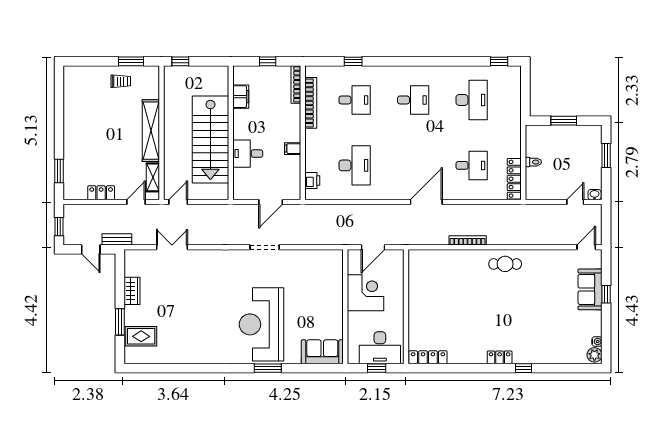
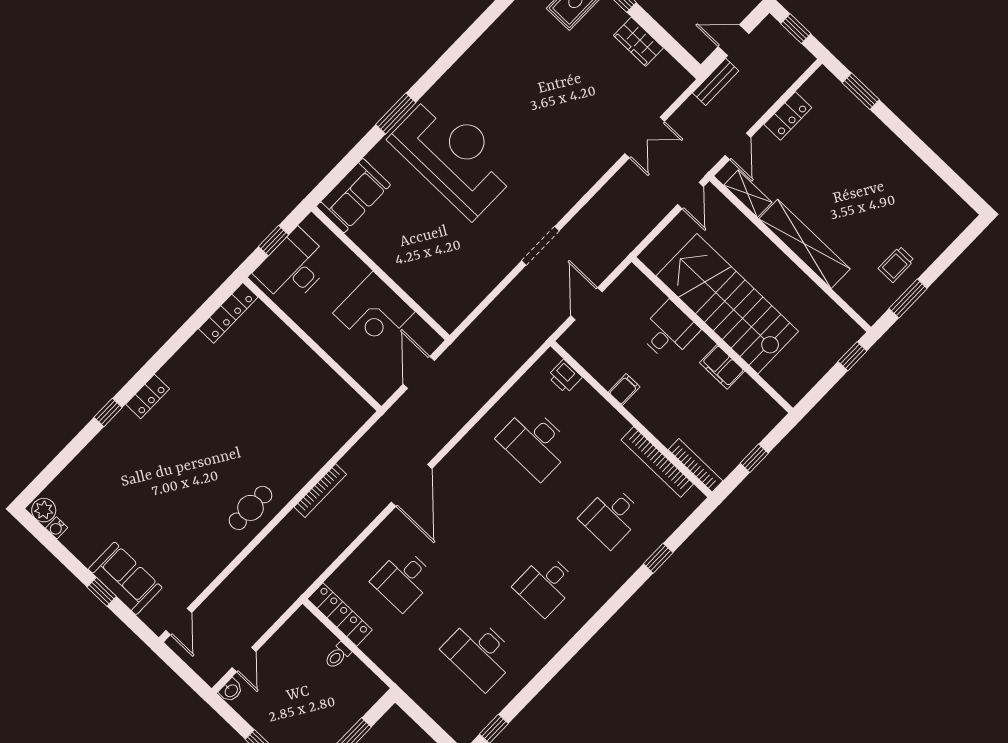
filing cabinet: (241, 97) -> (722, 367), moved

